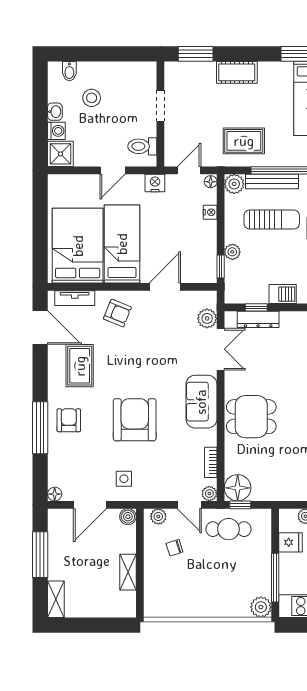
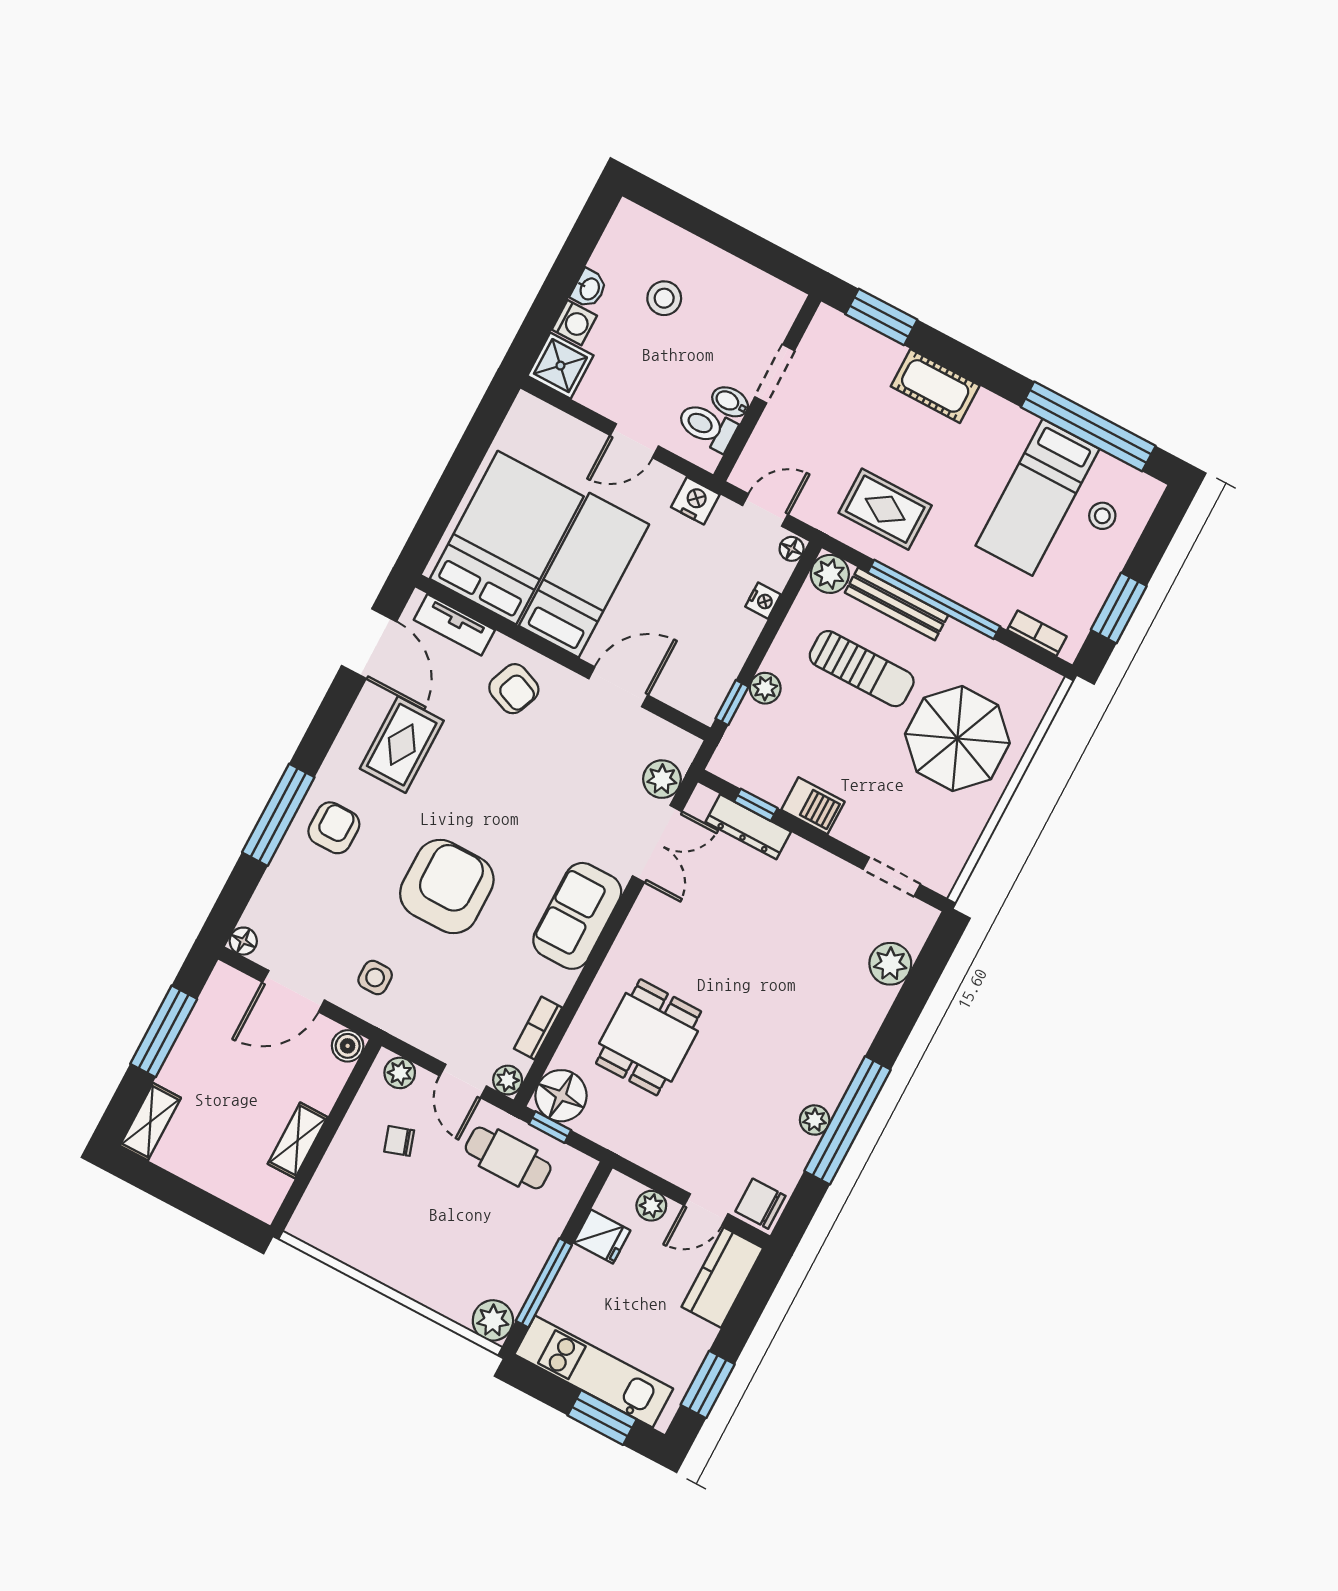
bidet: (69, 71) -> (730, 402), moved, turned 90
dining table: (251, 417) -> (649, 1037), moved, turned 90

